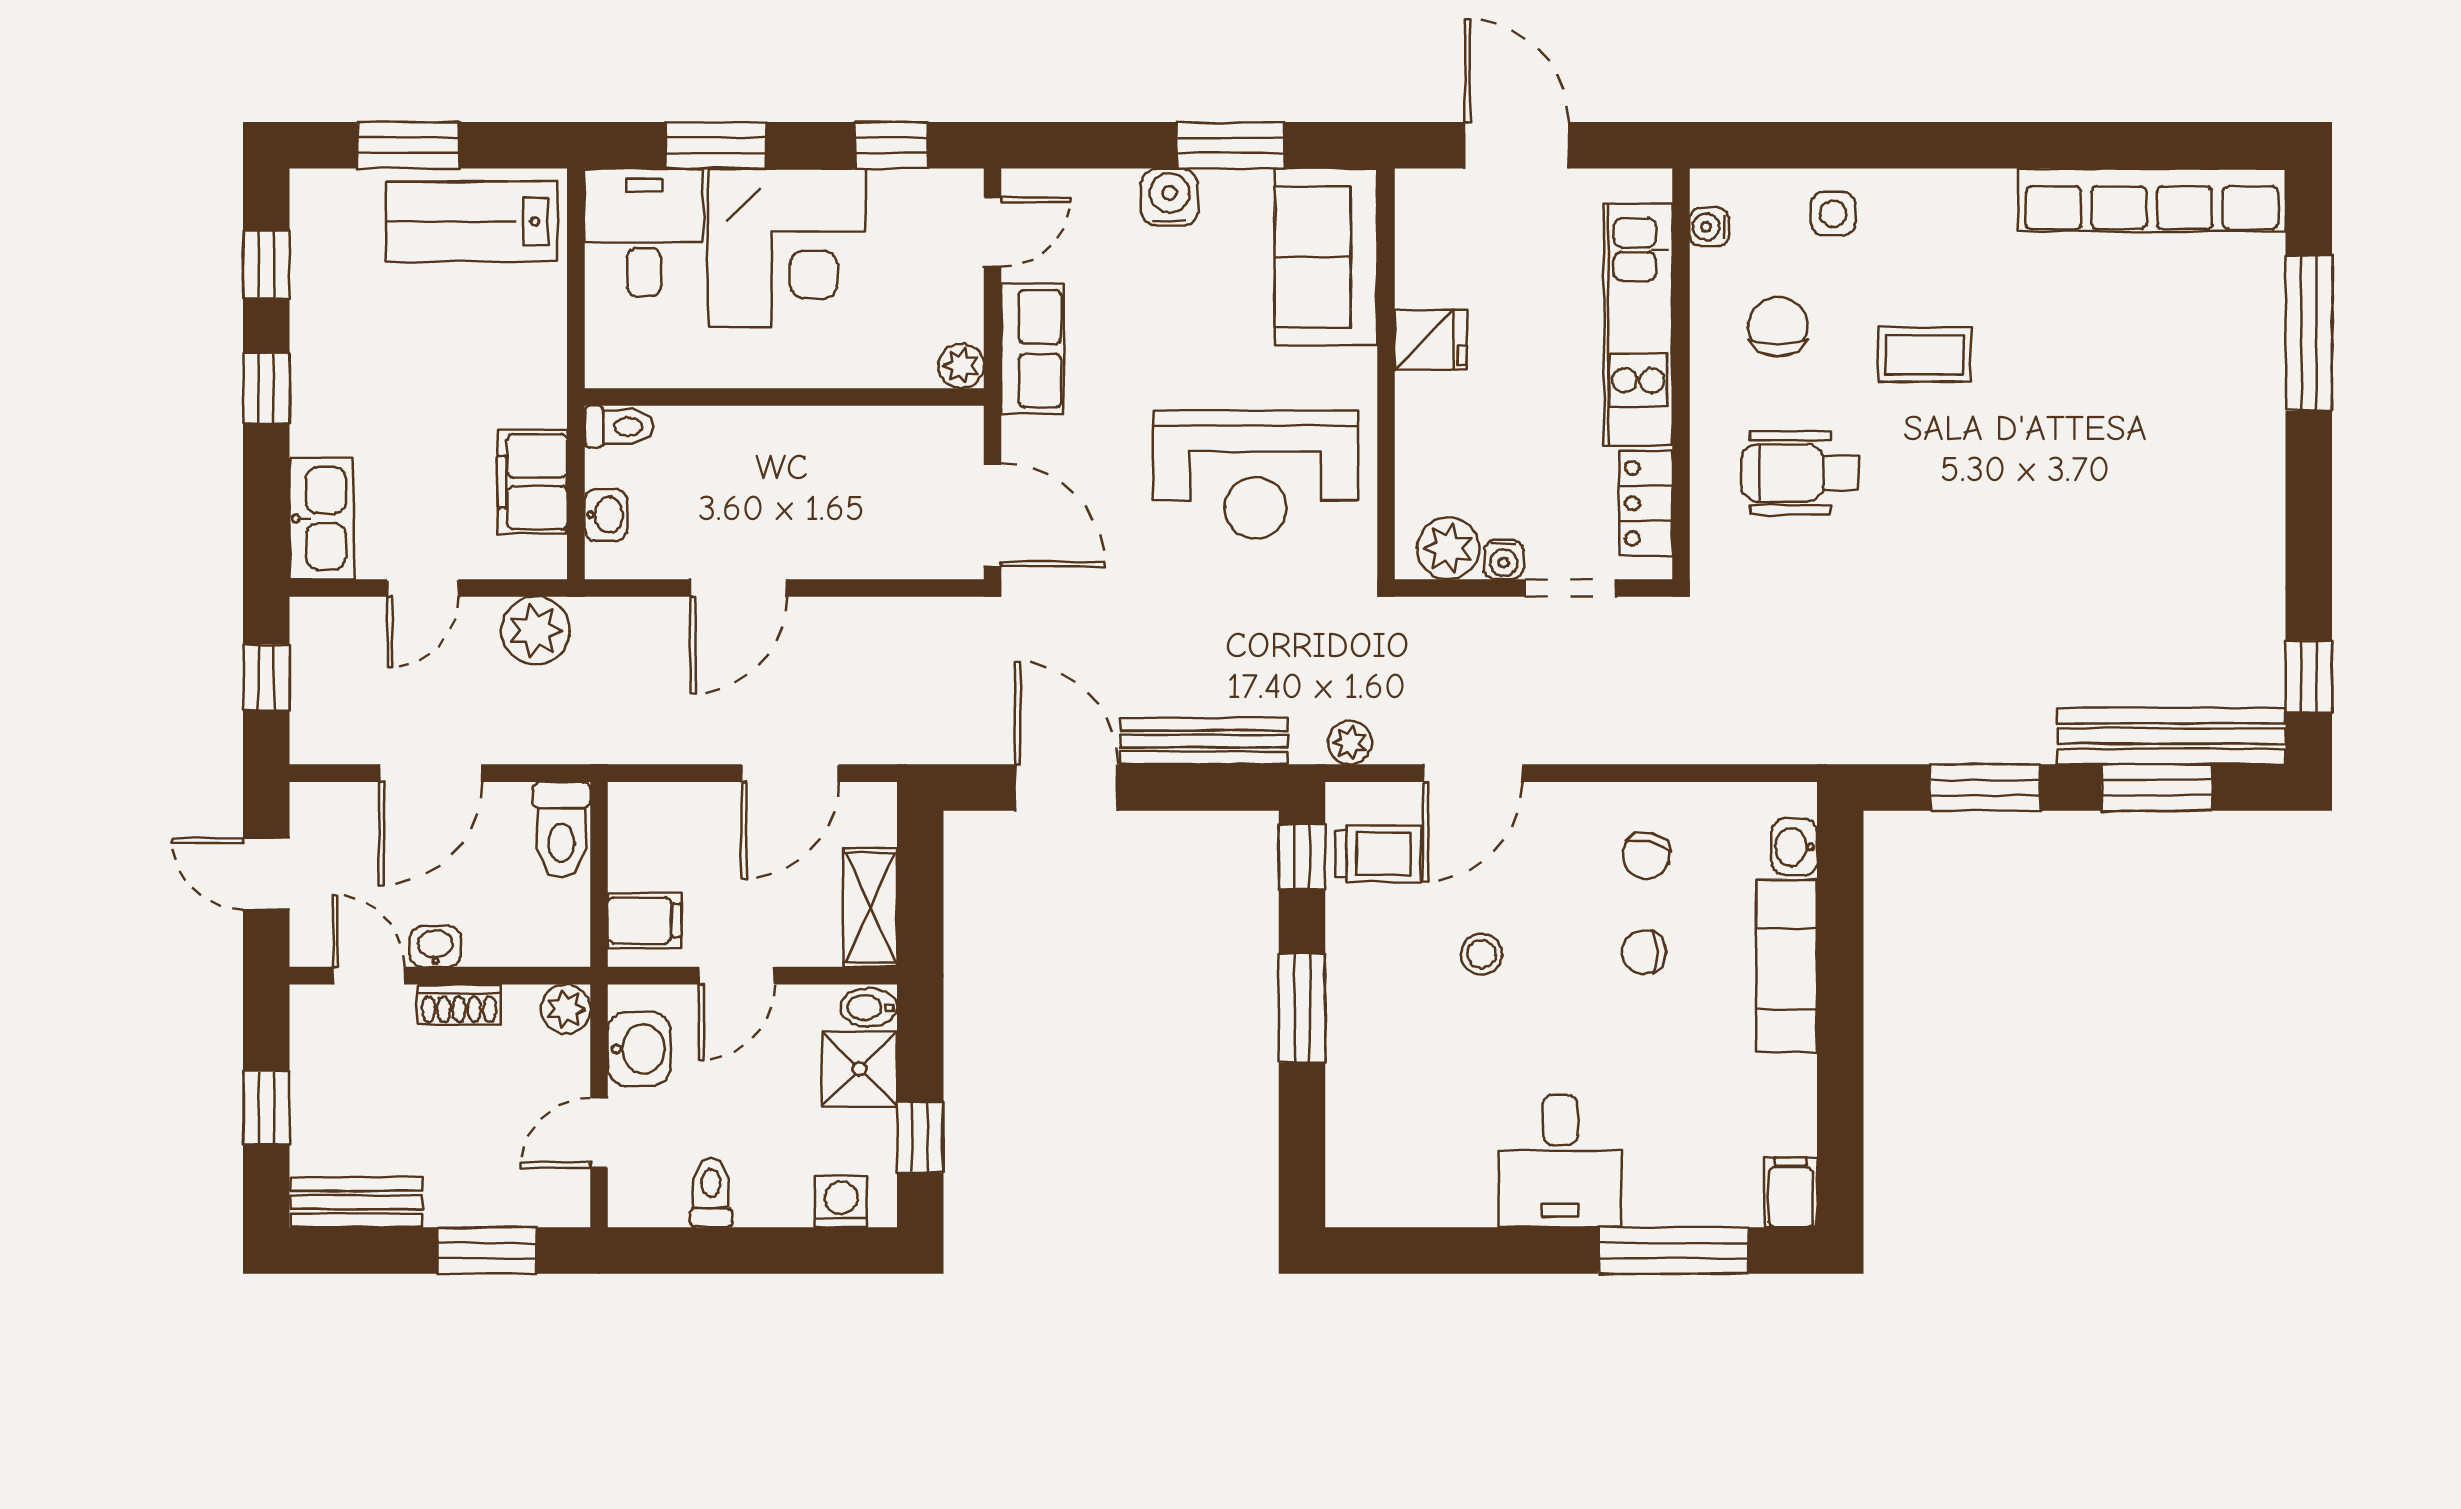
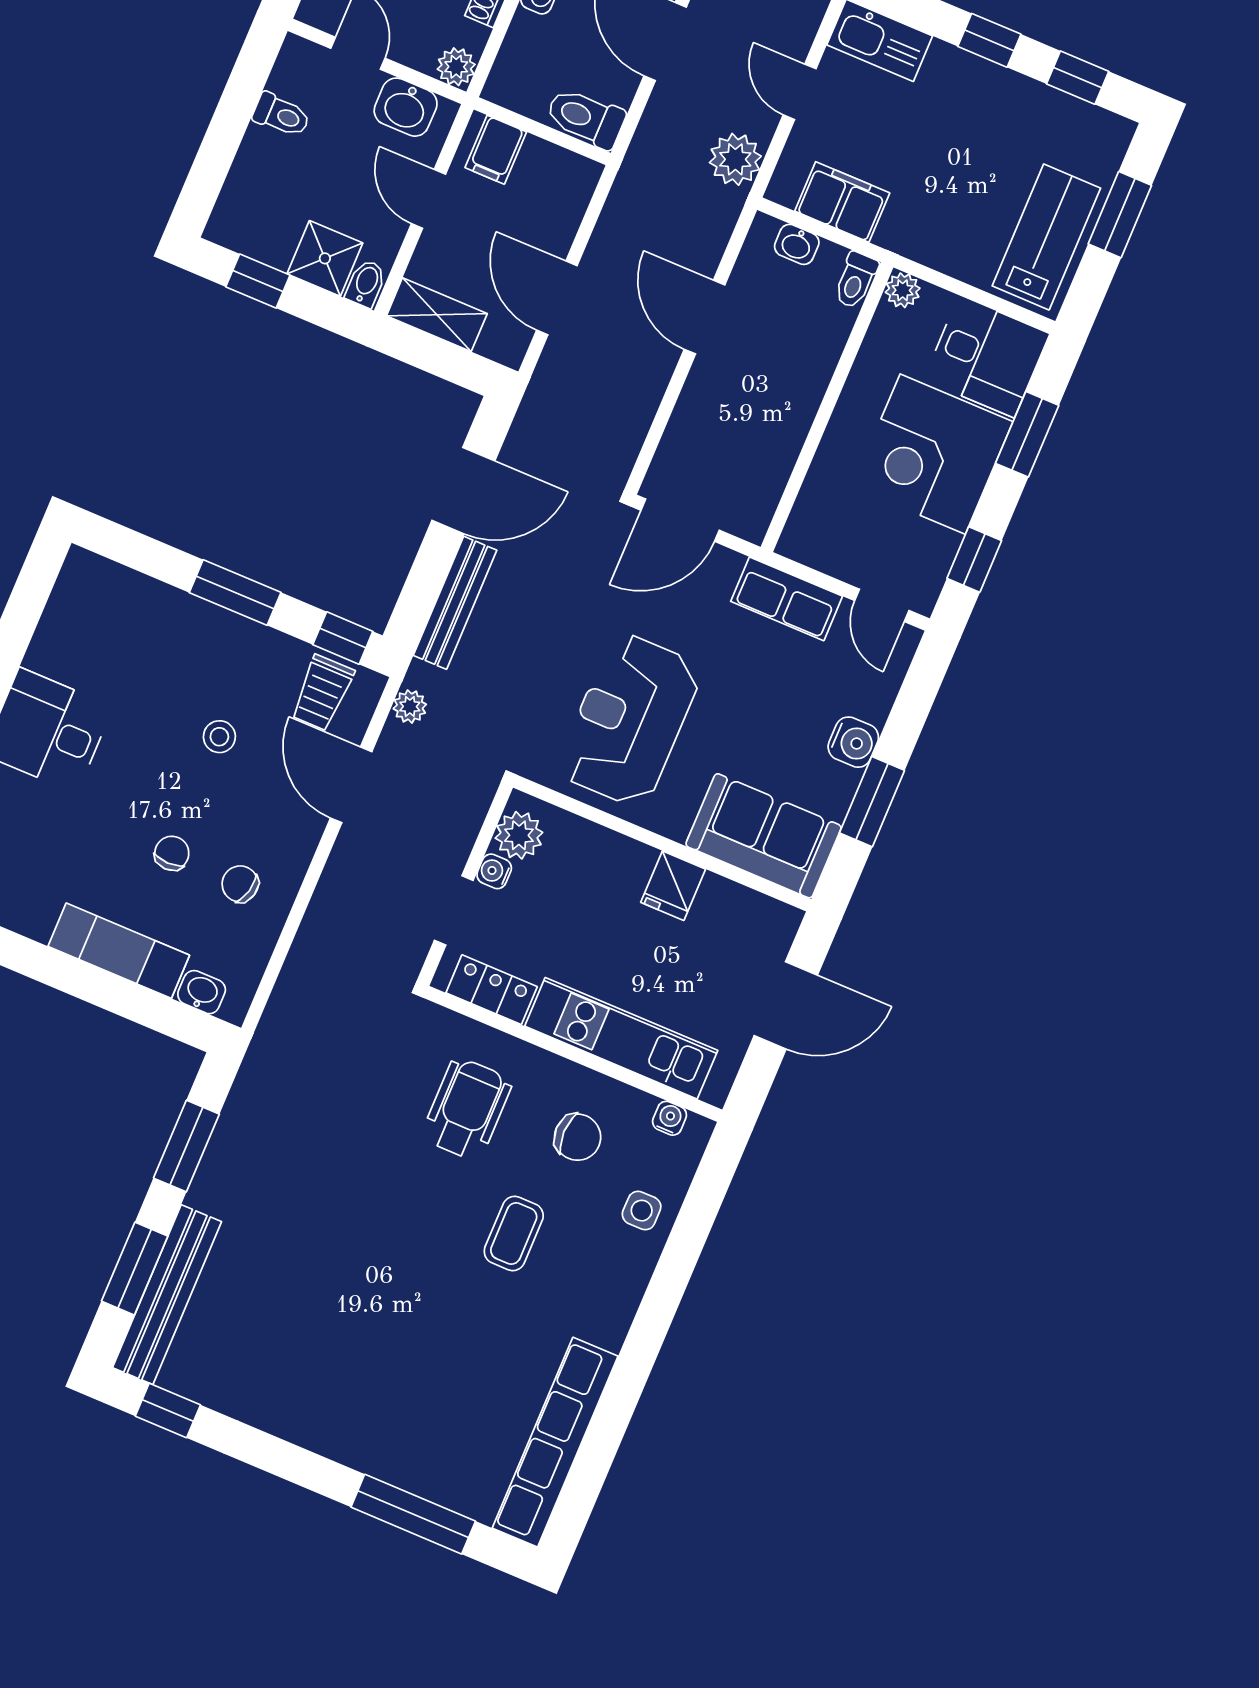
plant: (961, 366) -> (903, 290), moved
washing machine: (841, 1202) -> (236, 205), removed

